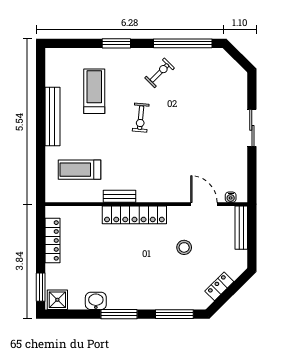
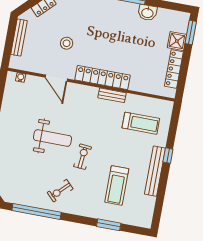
window: (116, 43) -> (109, 225), moved
weight bench: (180, 133) -> (52, 138), added
window: (41, 138) -> (168, 156), added
door: (204, 204) -> (56, 78), moved
bench: (241, 228) -> (19, 37), moved
shower: (57, 300) -> (177, 41), moved

